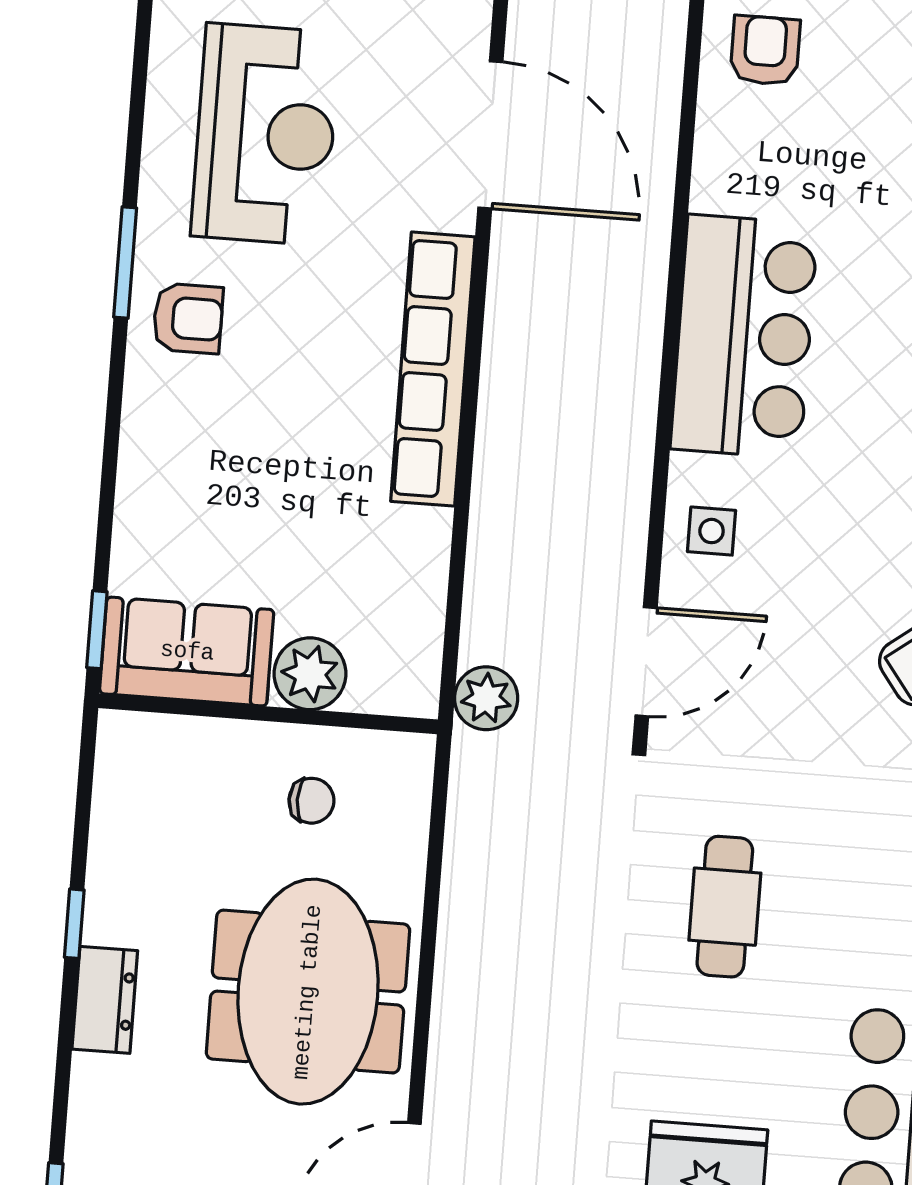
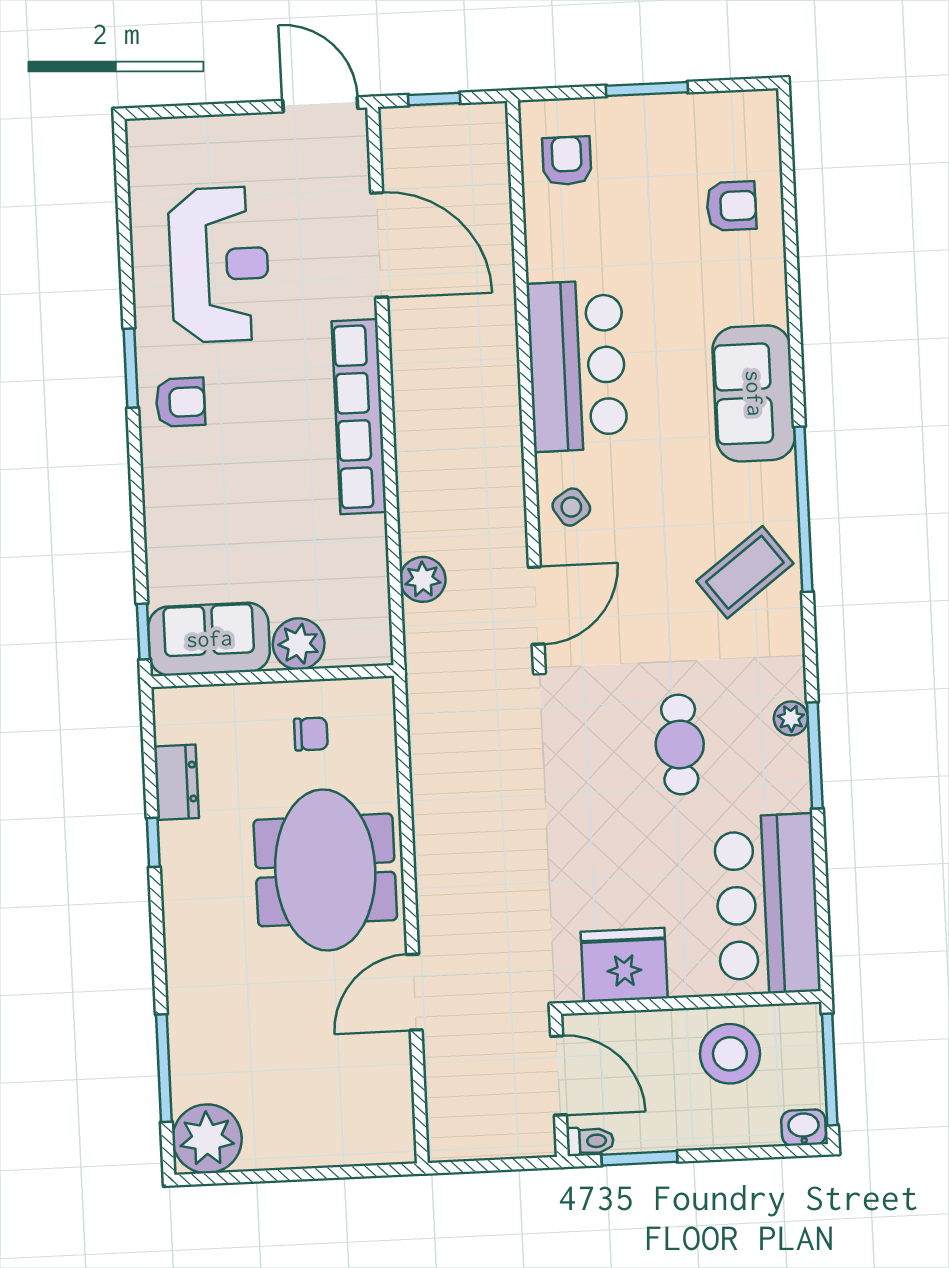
side table: (712, 531) -> (571, 507), turned -33
plant: (486, 698) -> (423, 579), moved
cafe table: (725, 907) -> (680, 744), moved
dresser: (105, 1000) -> (176, 782), moved

